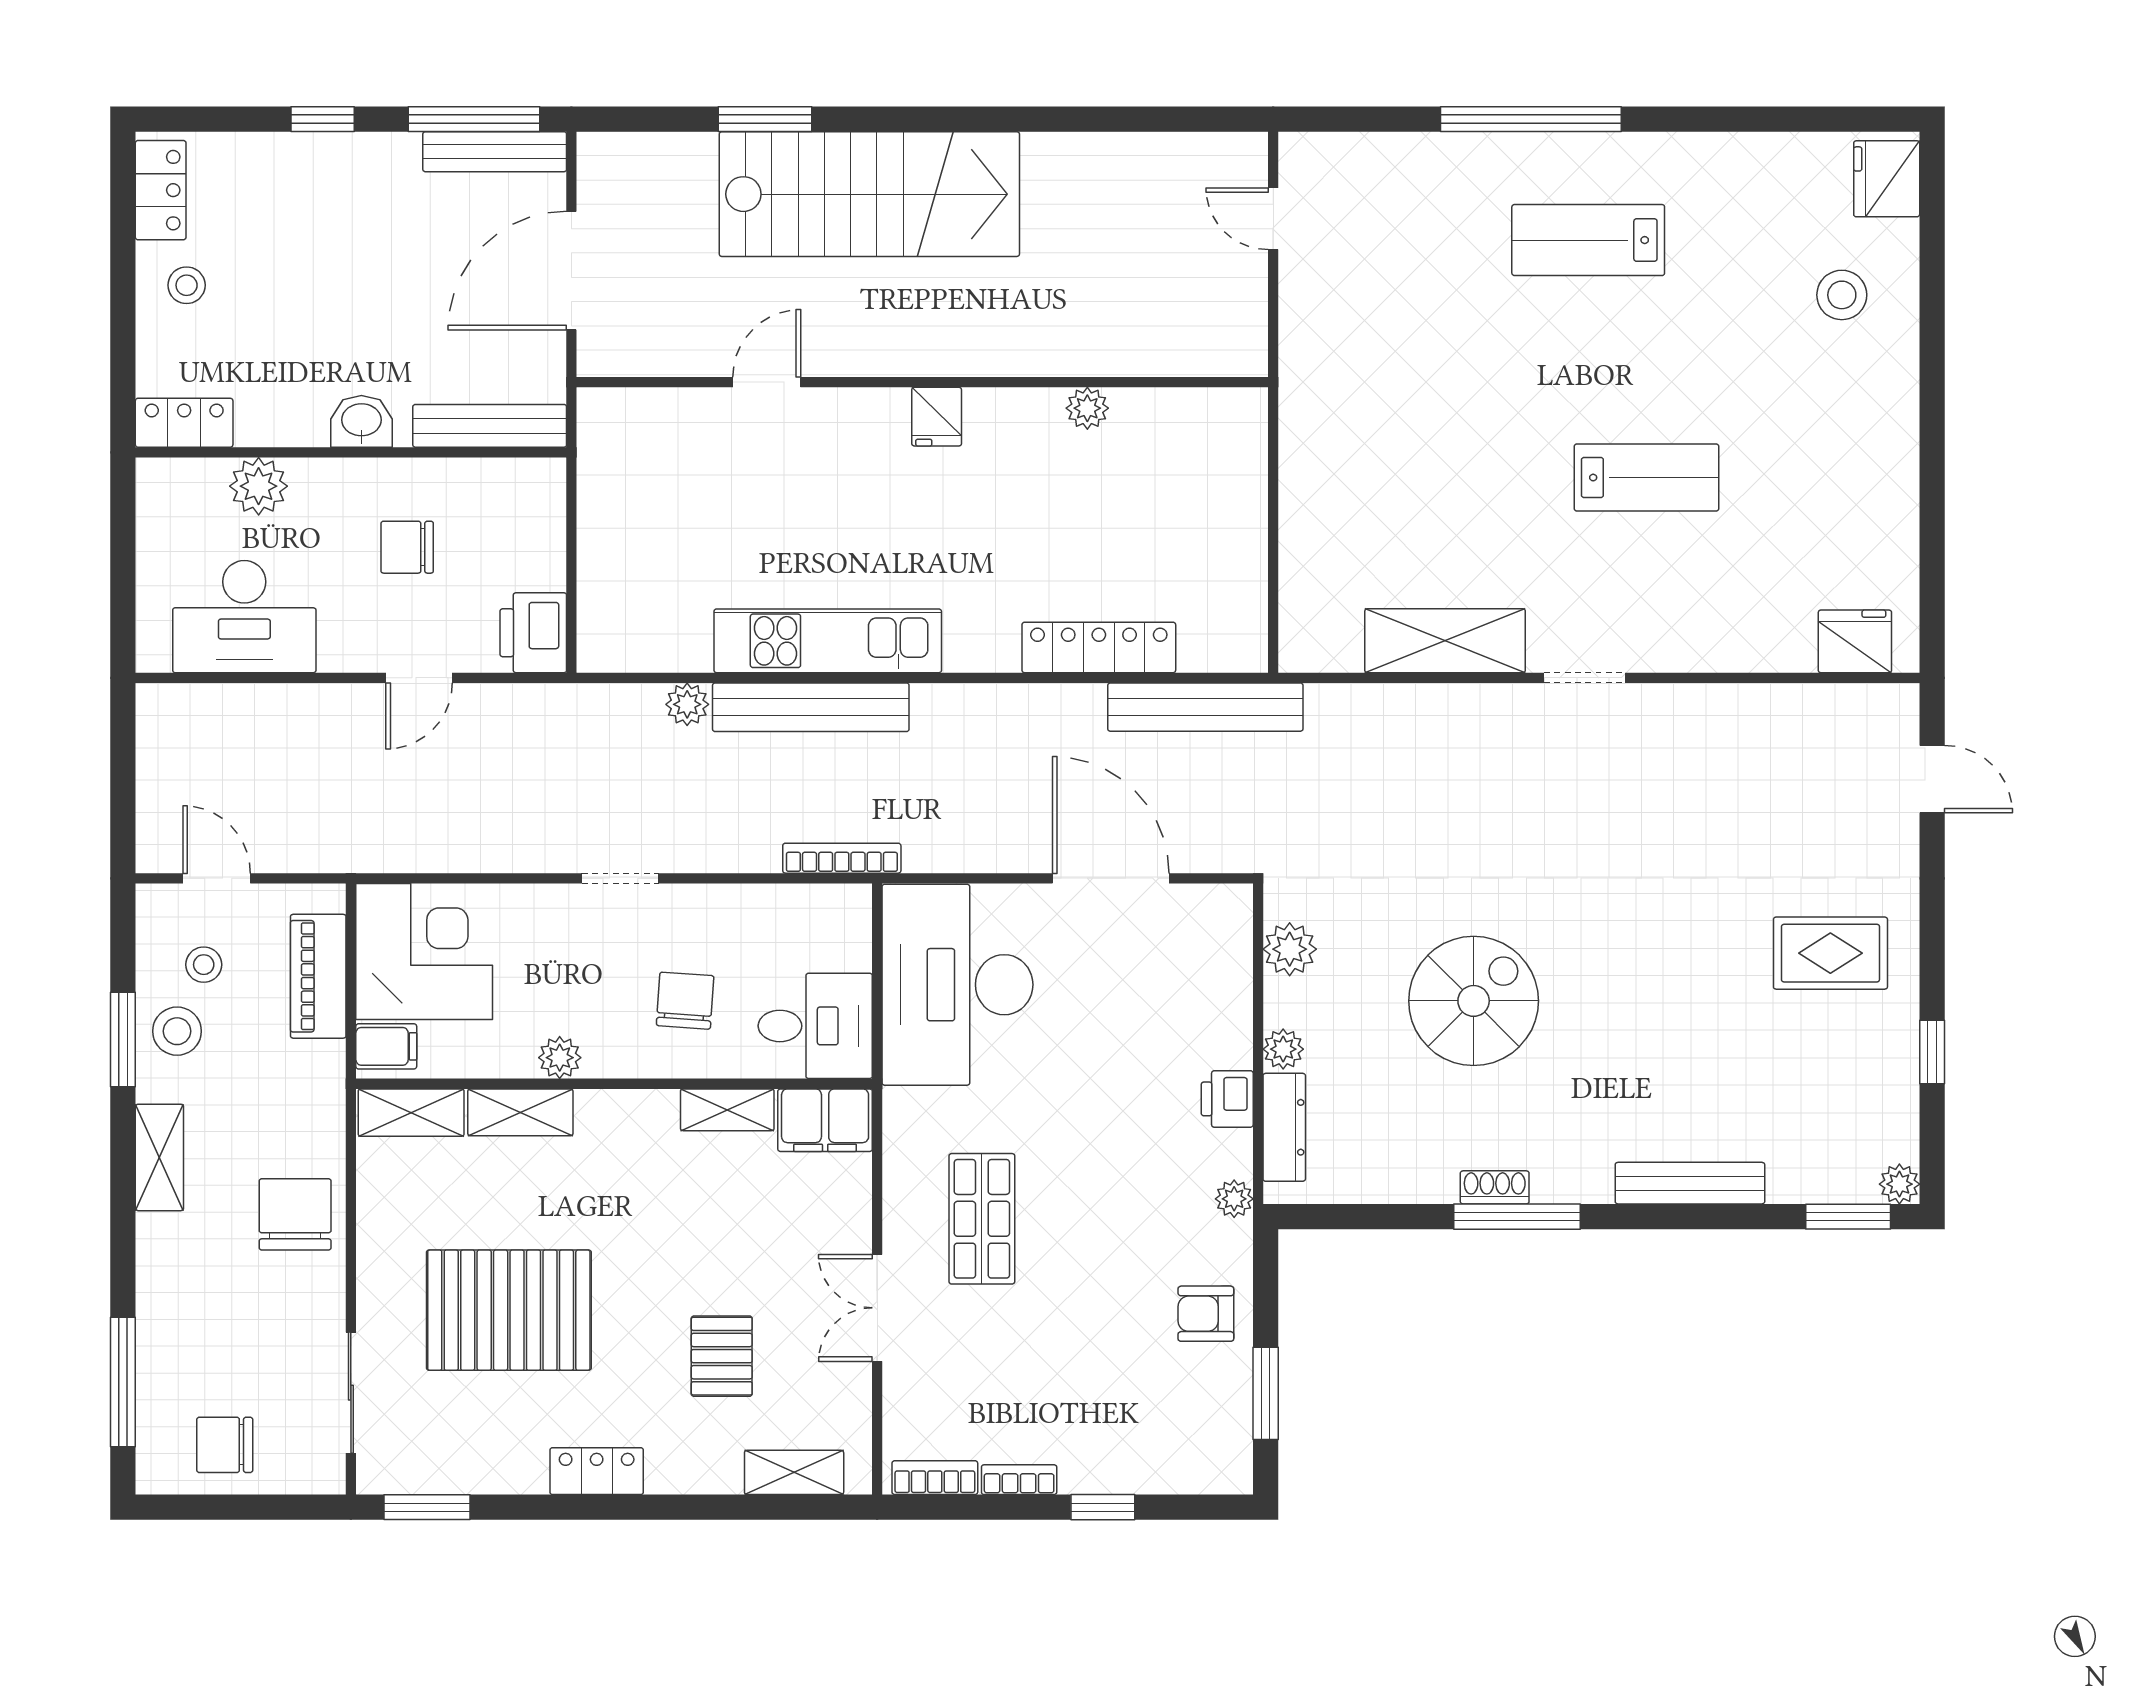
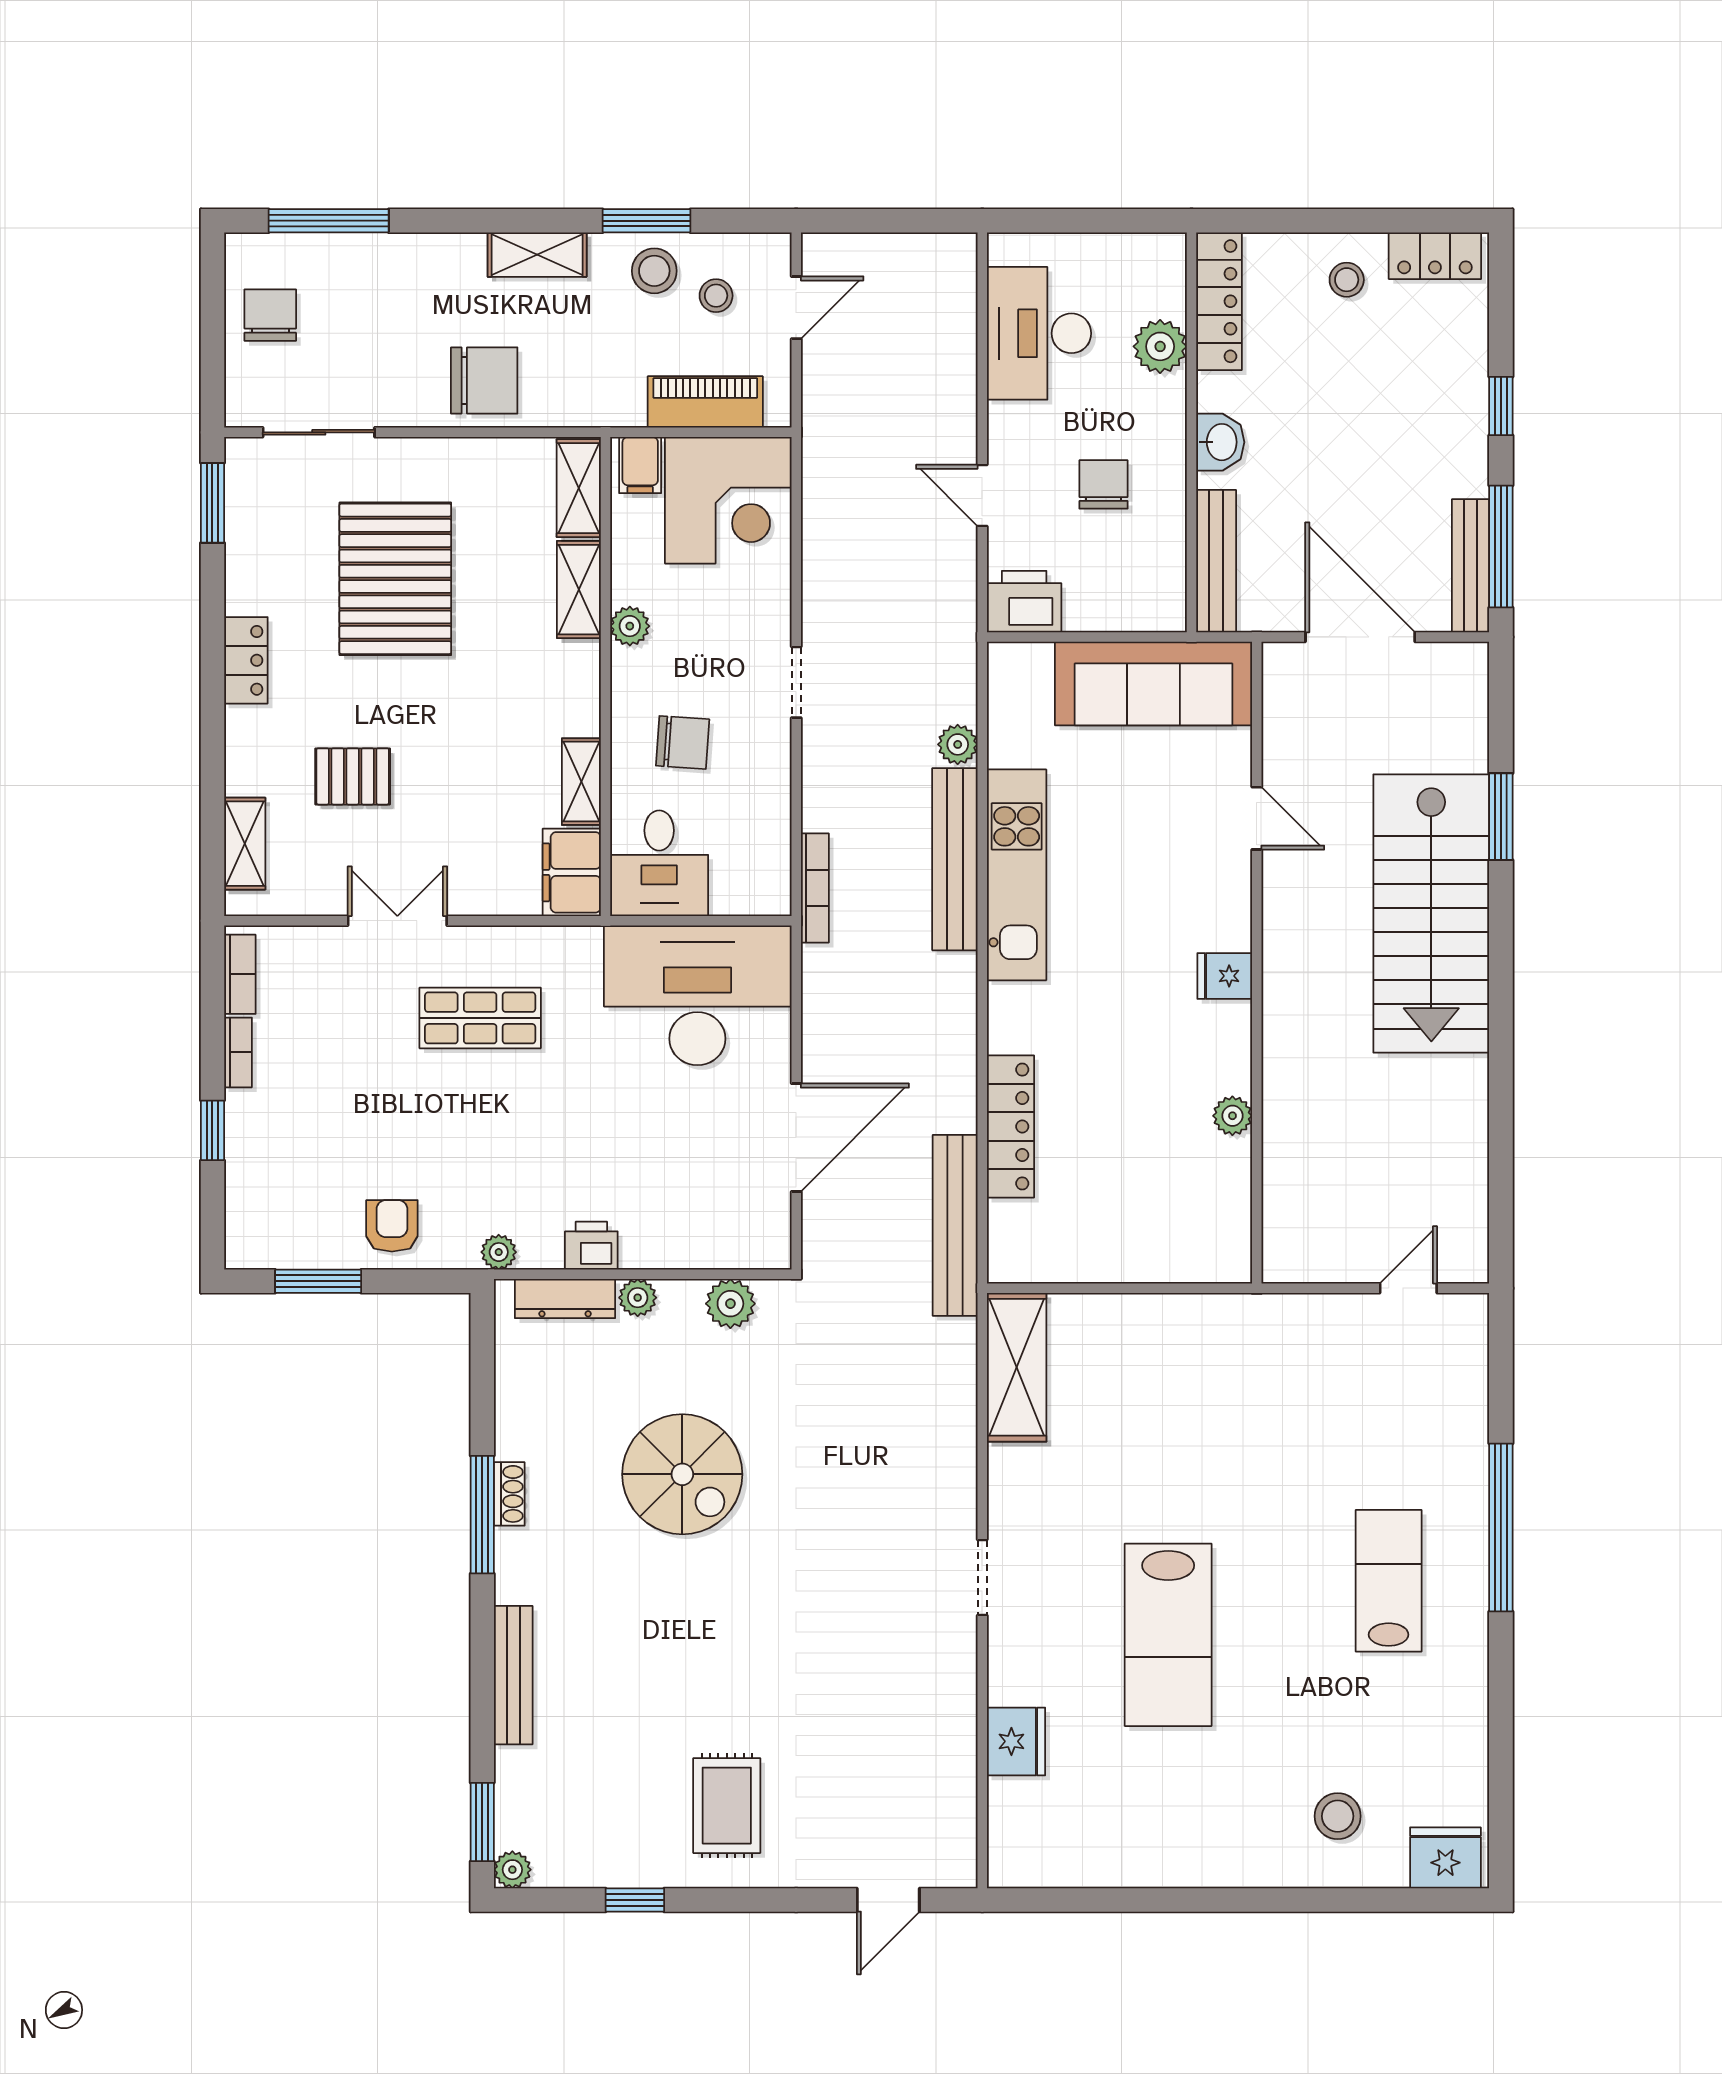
locker: (184, 423) -> (1219, 301), width x1.53
lab bench: (1646, 478) -> (1168, 1635), width x1.36, depth x1.39
sofa: (622, 493) -> (1153, 684), added
shelving: (1445, 641) -> (1017, 1367), moved
fridge: (1855, 641) -> (1016, 1741), moved

